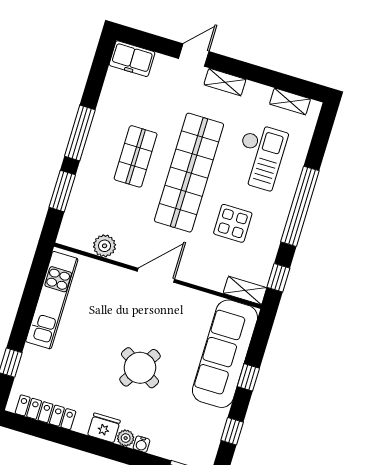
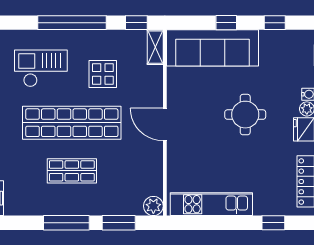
plant: (105, 246) -> (153, 206), moved
round table: (140, 368) -> (245, 115), turned -32

